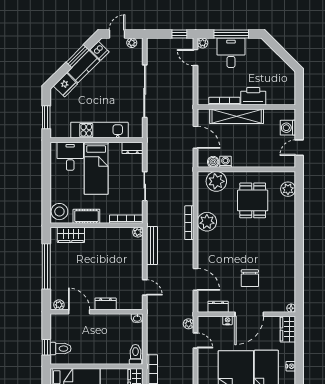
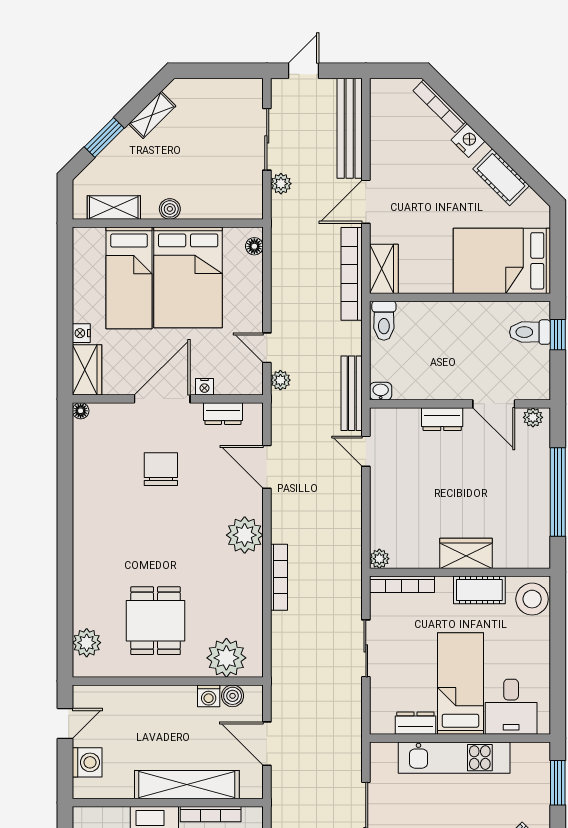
dresser: (132, 148) -> (415, 723), moved
plant: (207, 222) -> (245, 535), moved
wardrobe: (71, 235) -> (466, 553), moved
bench: (152, 245) -> (352, 393), moved
nightstand: (291, 366) -> (81, 333), moved

